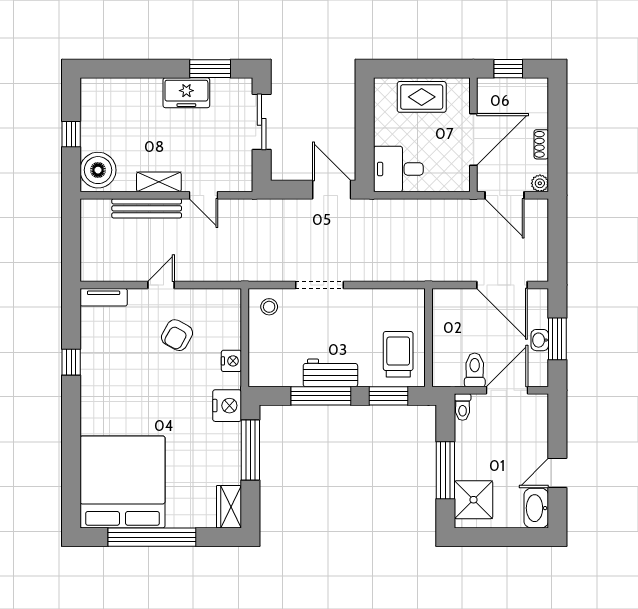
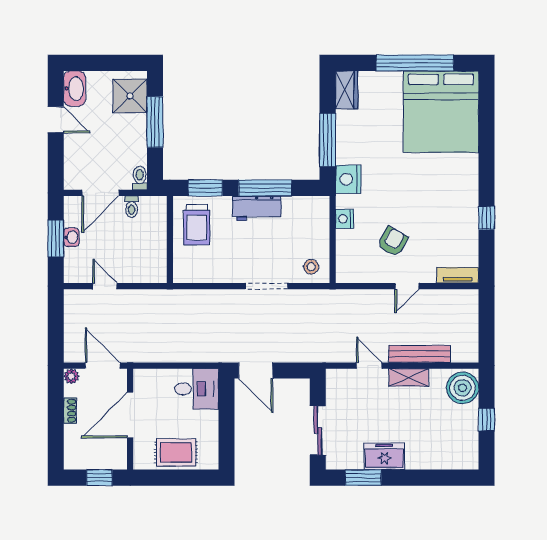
door: (502, 285) -> (105, 286), width x0.53
toilet: (475, 370) -> (131, 207), width x0.73, depth x0.72
door: (557, 473) -> (56, 120), hinge flipped

